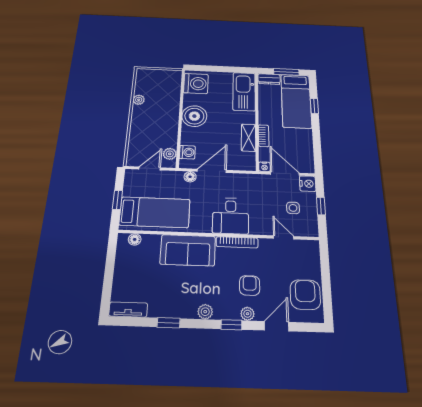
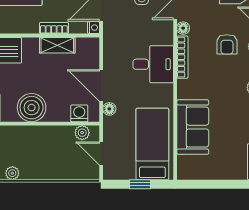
floor lamp: (135, 239) -> (183, 28), moved
sofa: (188, 250) -> (193, 127), moved
armchair: (250, 286) -> (227, 44), turned -90

